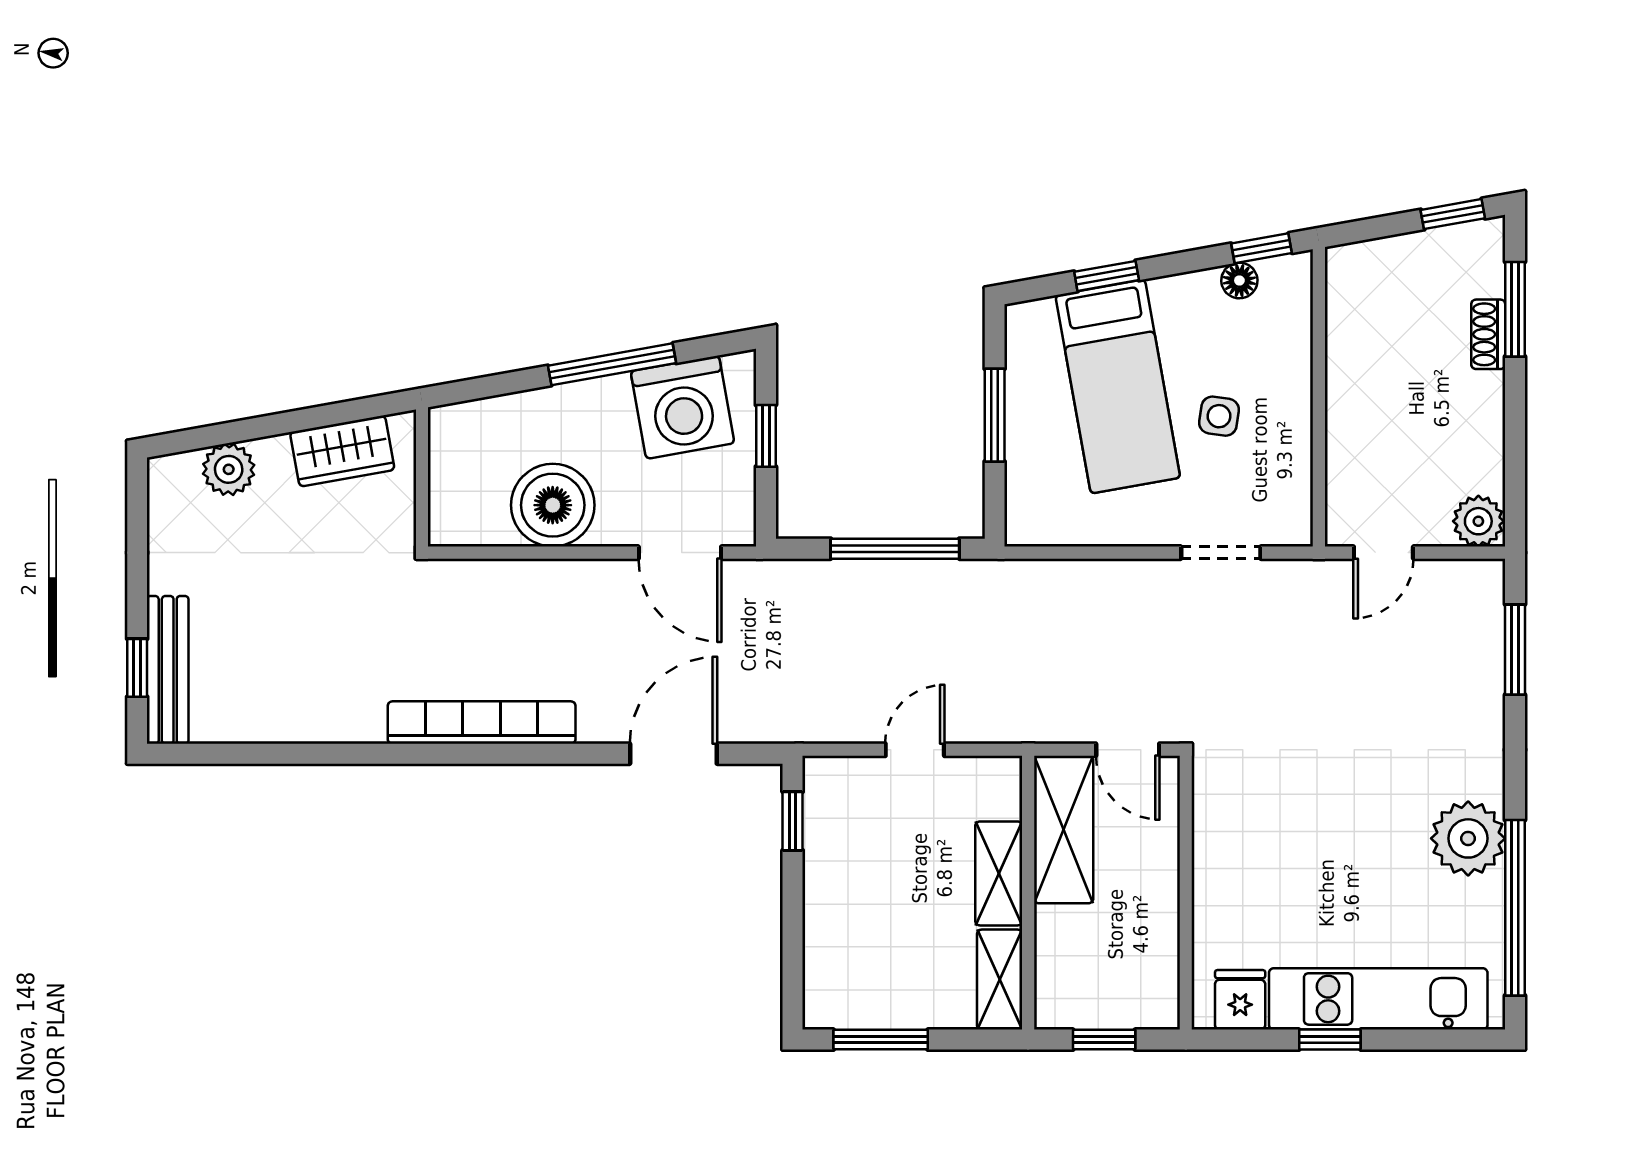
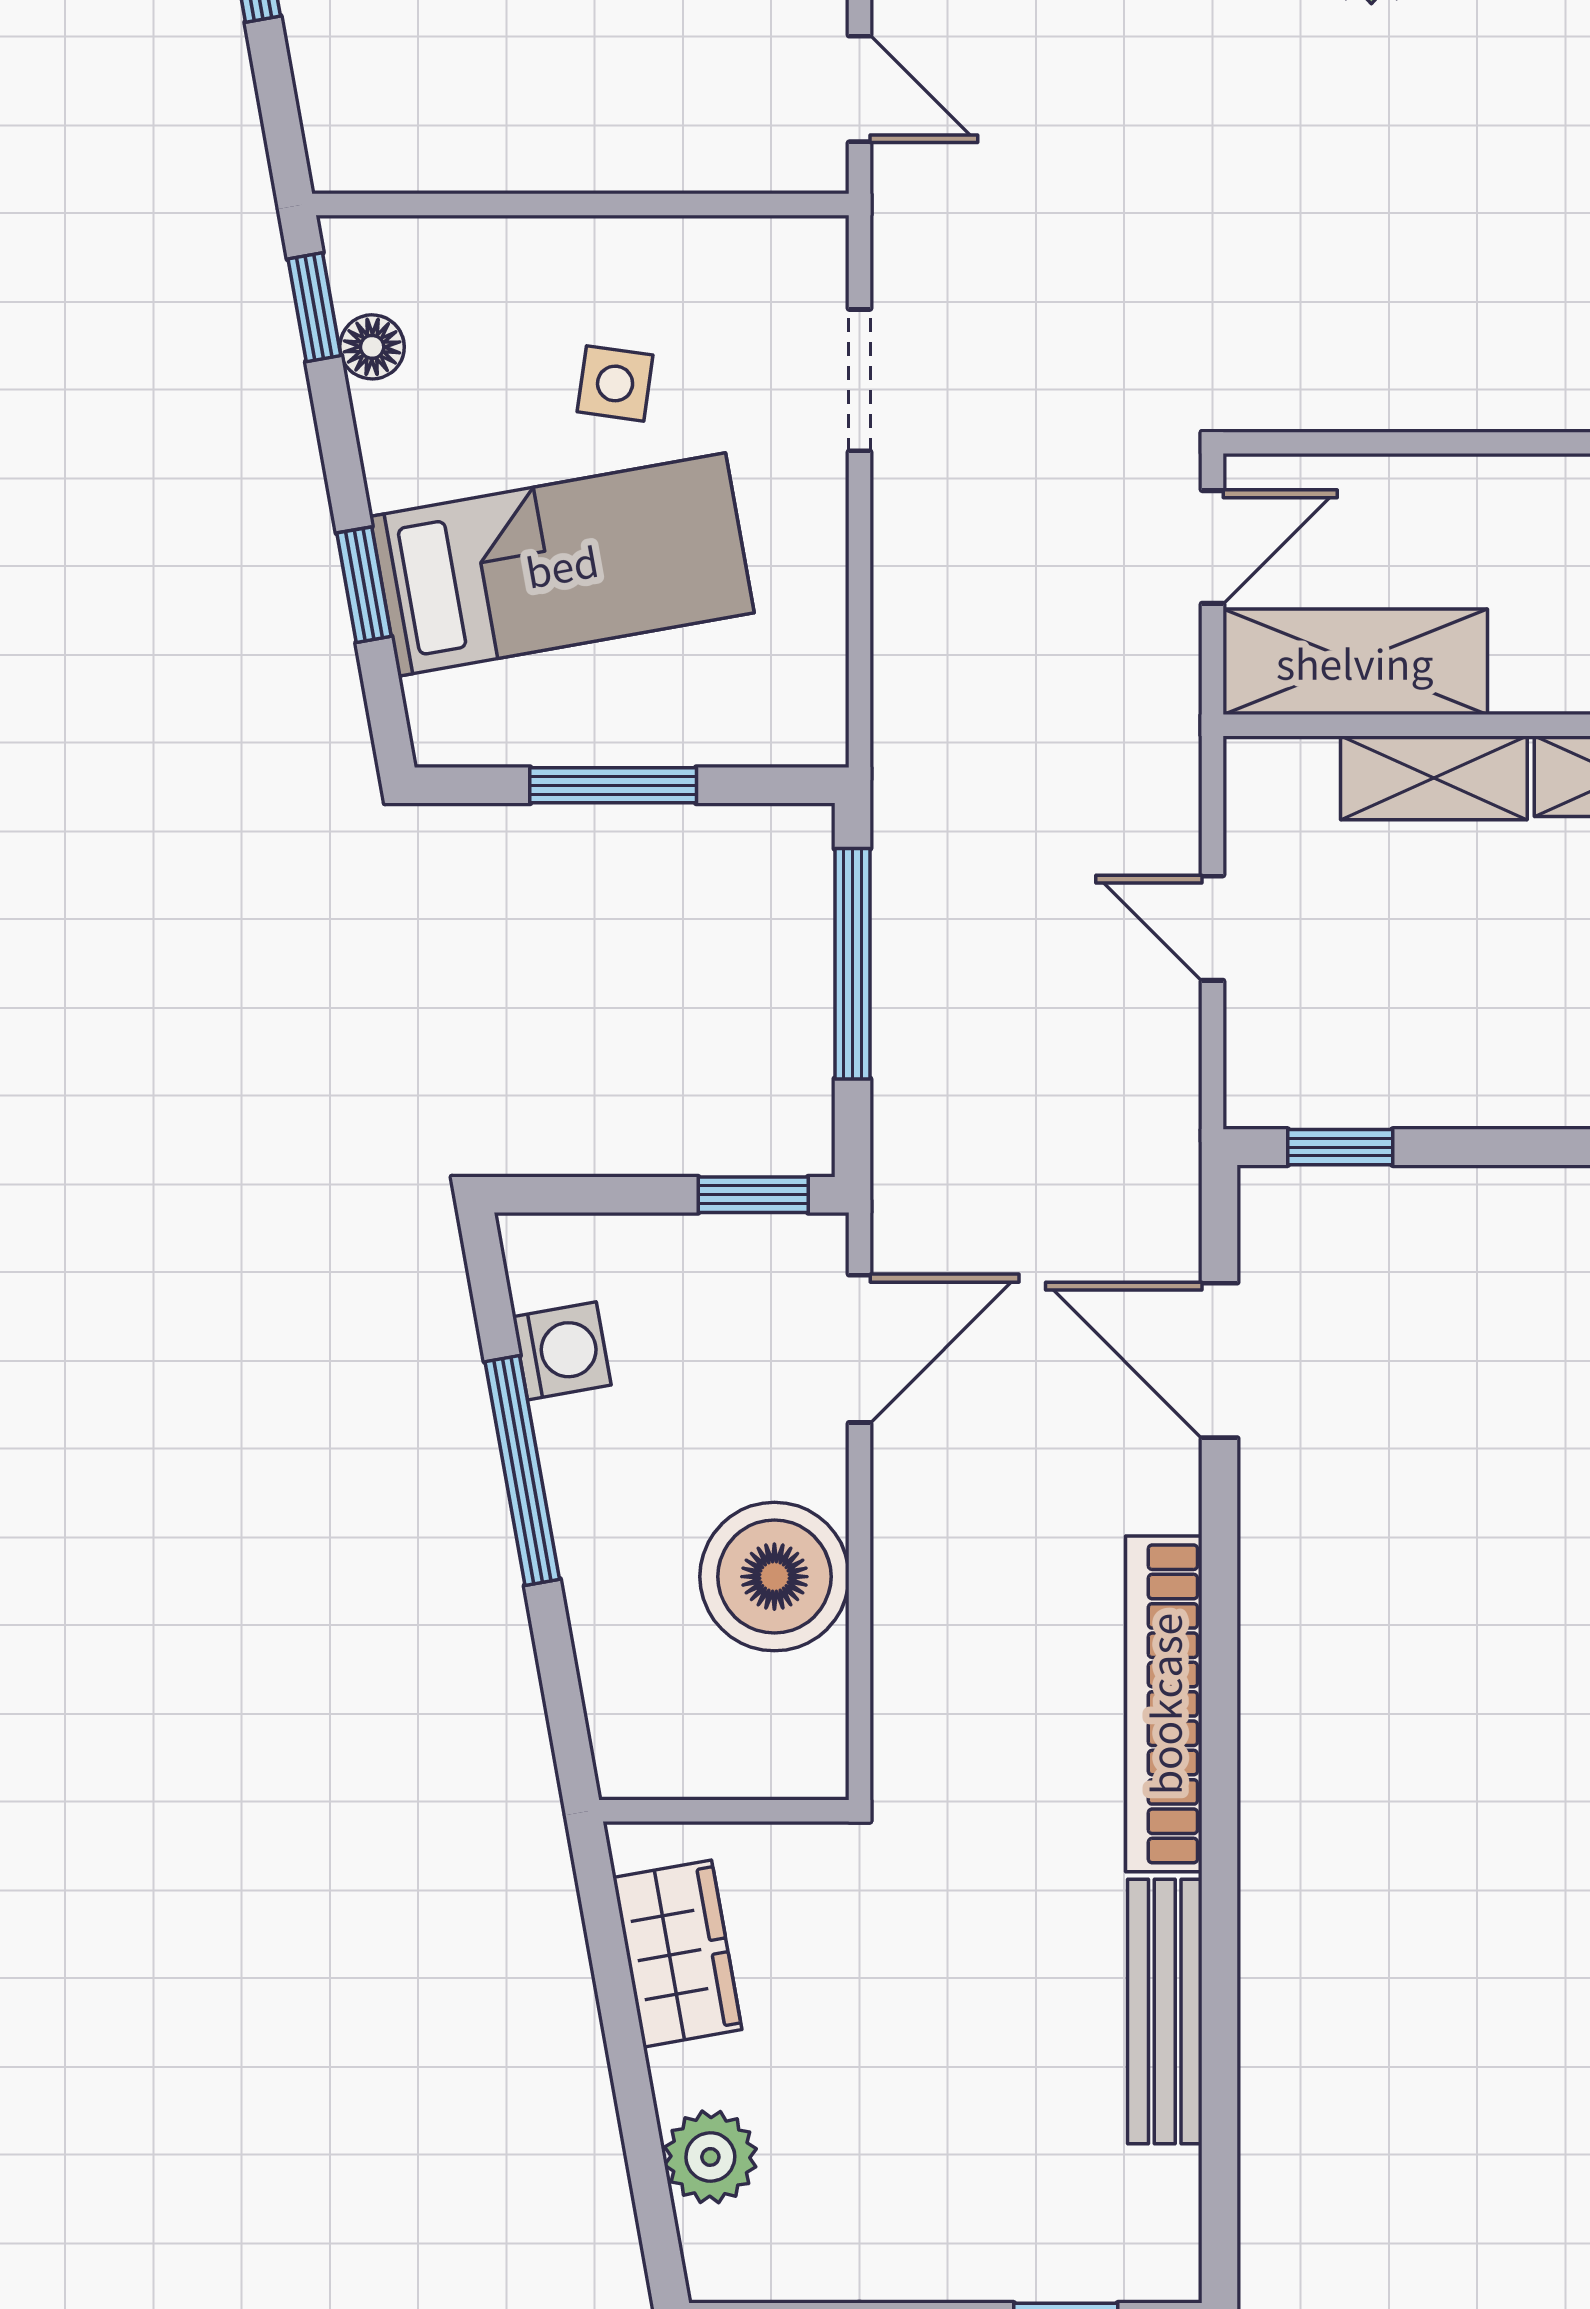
washing machine: (682, 407) -> (562, 1351), width x0.53, depth x0.53
window: (766, 436) -> (753, 1195), moved
bench: (168, 670) -> (1165, 2011), moved, turned 90

